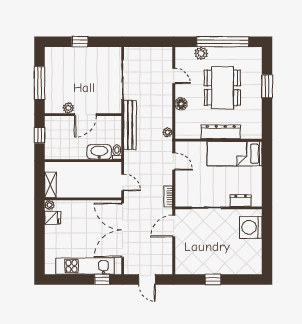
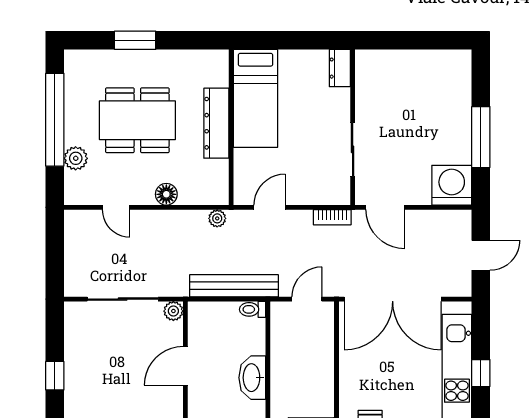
door: (174, 76) -> (116, 207), swing flipped
plant: (68, 108) -> (173, 311), moved
door: (85, 115) -> (185, 366), swing flipped
bench: (130, 125) -> (234, 286), moved
washbasin: (99, 152) -> (252, 378), moved
dresser: (241, 201) -> (340, 68), moved
washing machine: (251, 227) -> (452, 185), moved, turned 180
window: (102, 279) -> (481, 373), moved
window: (213, 279) -> (481, 137), width x2.17

